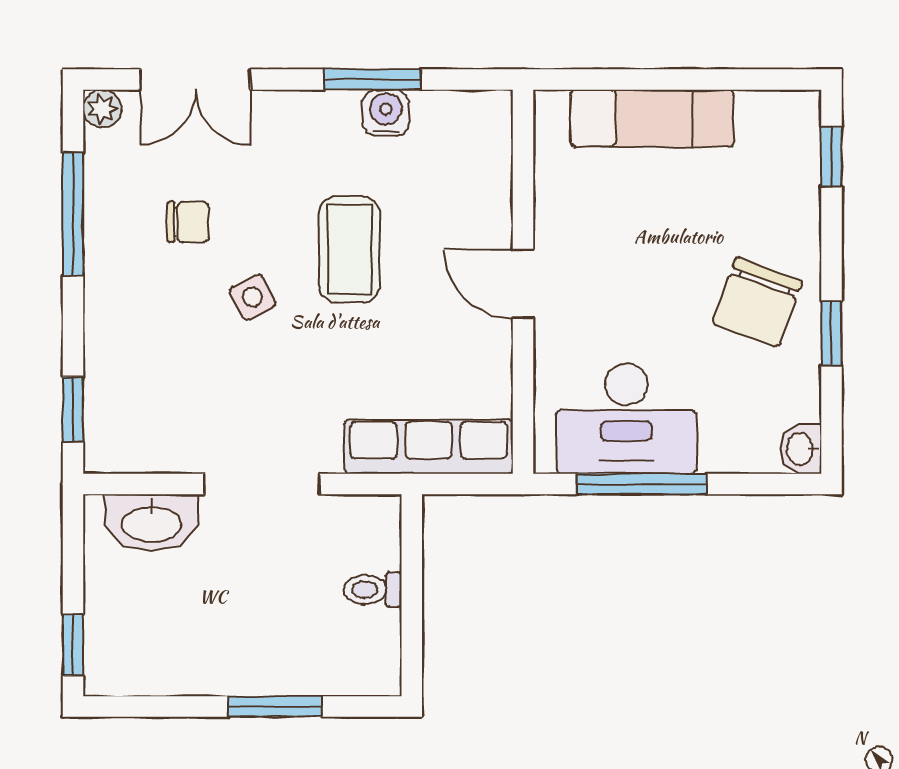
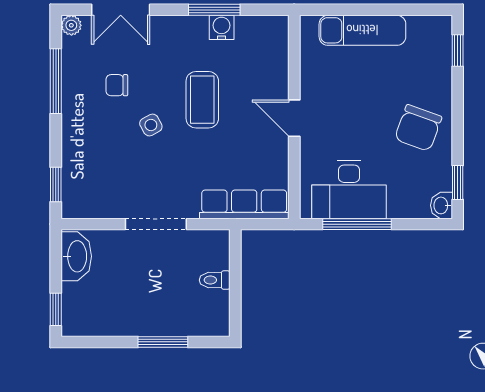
chair: (188, 222) -> (117, 85), turned 180
window: (832, 333) -> (458, 182), moved
washbasin: (151, 523) -> (76, 256), moved, turned -90

